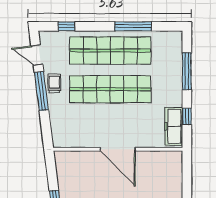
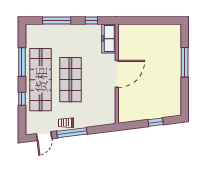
window: (67, 26) -> (22, 99), moved
shop shelf: (110, 89) -> (70, 80), width x0.71
freezer: (174, 126) -> (109, 39), moved, turned 90

